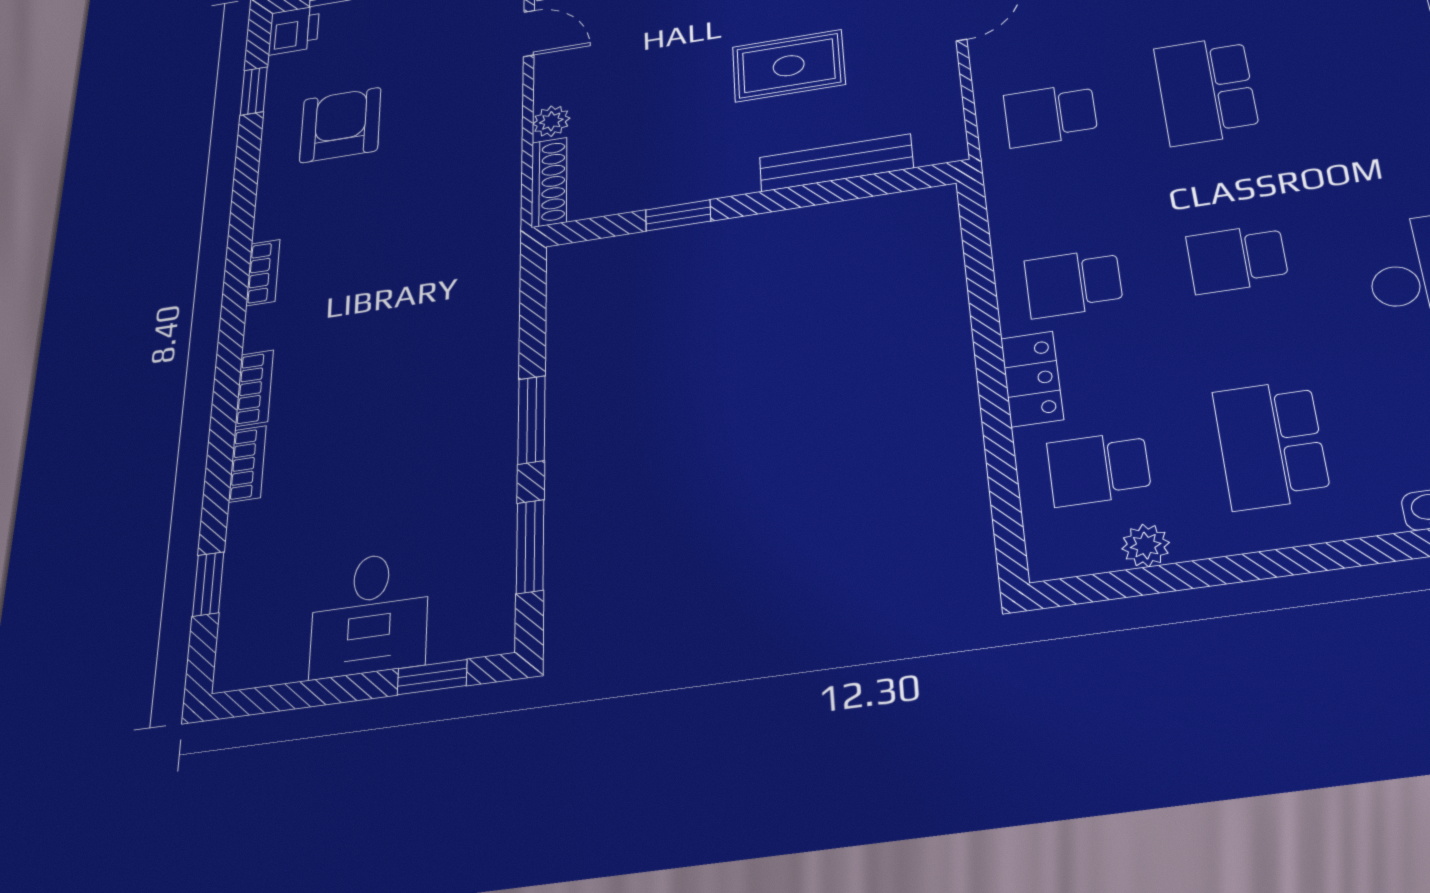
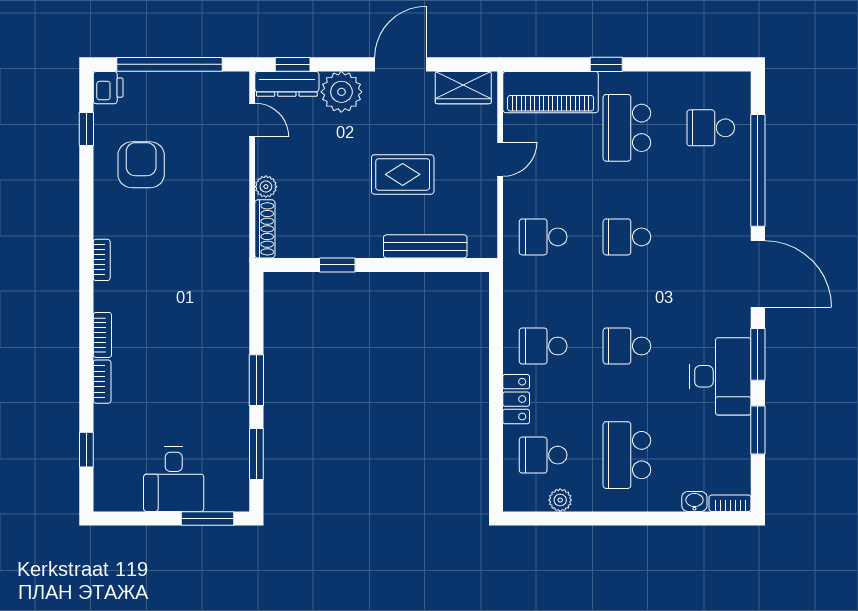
school desk: (1206, 90) -> (627, 237), width x0.54
window: (432, 677) -> (207, 519), width x1.50

